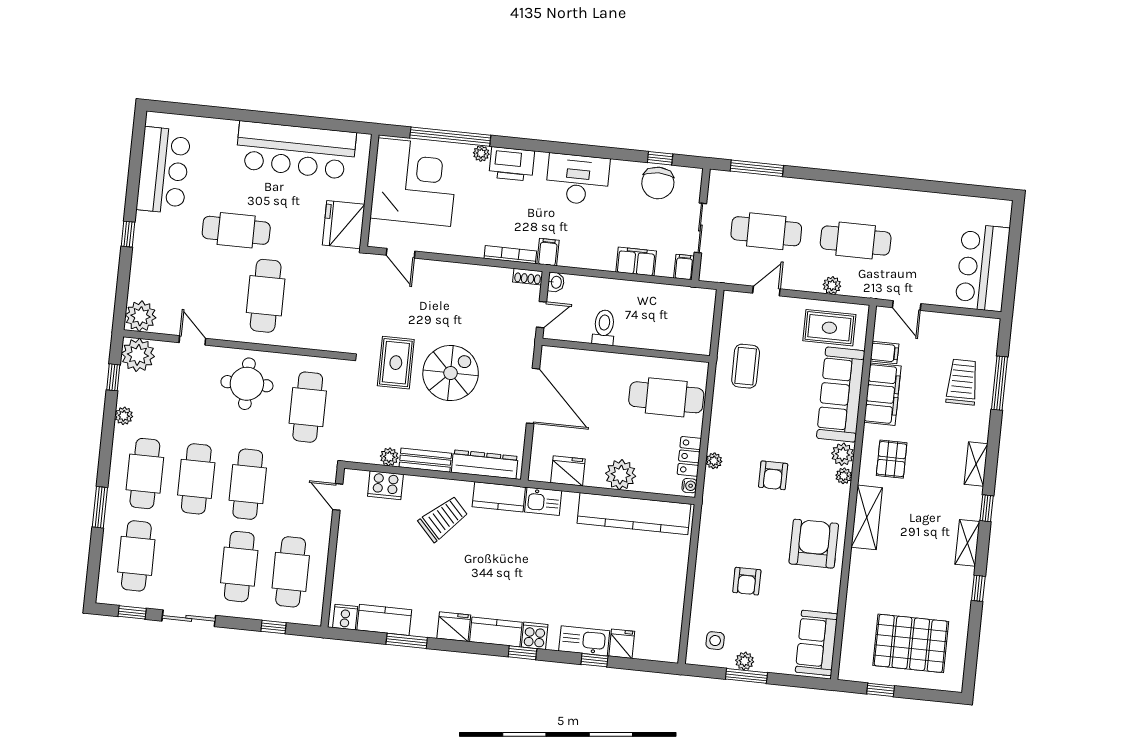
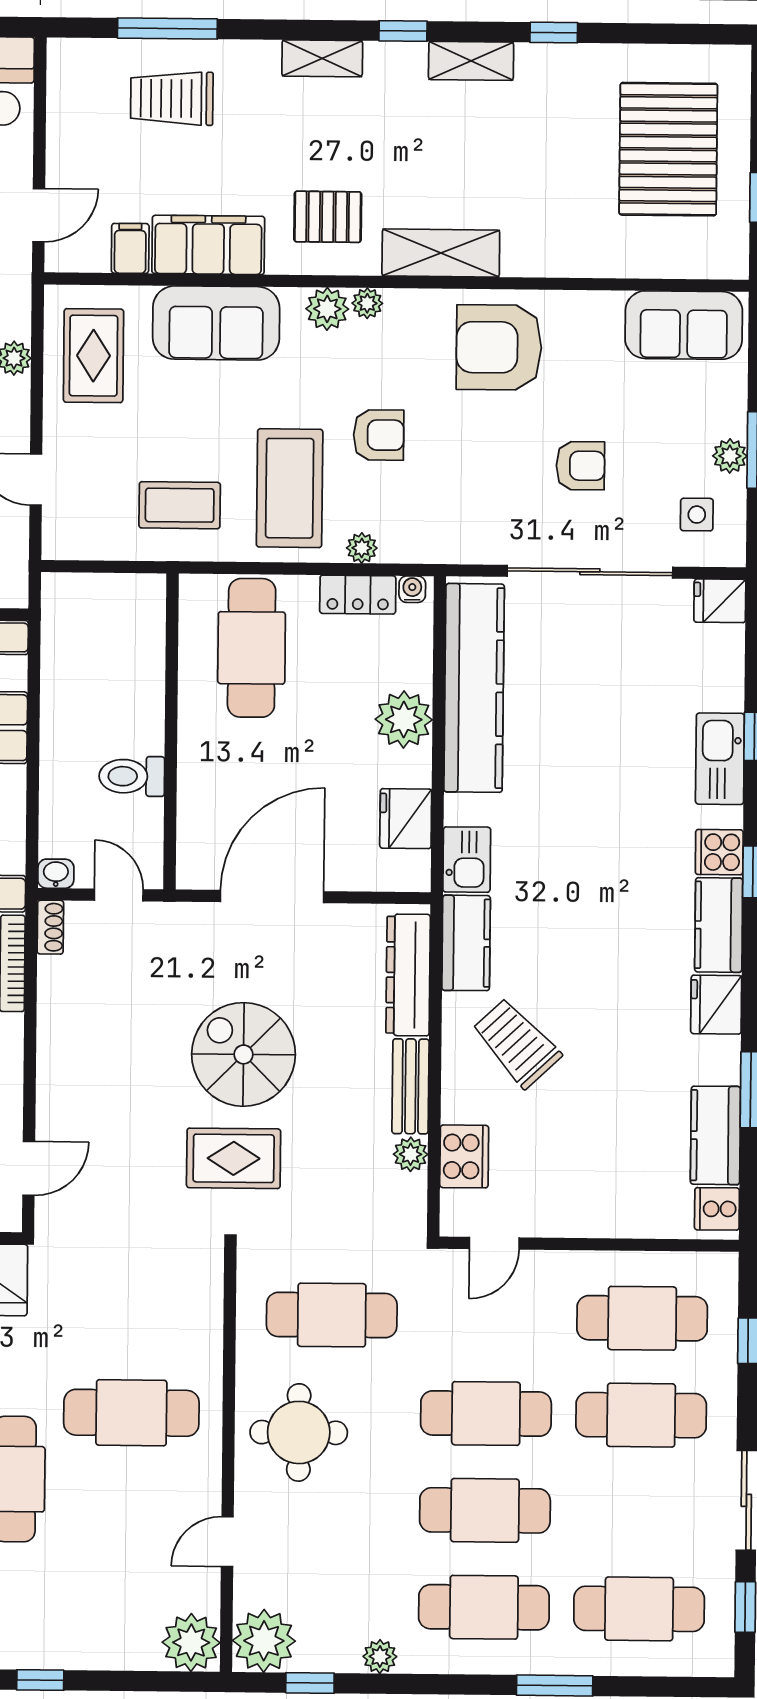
sofa: (841, 395) -> (216, 323), width x0.73
coffee table: (749, 425) -> (290, 488), added
sliding door: (690, 581) -> (590, 572), added
fridge: (622, 644) -> (720, 601), moved

